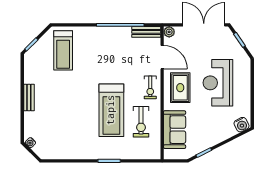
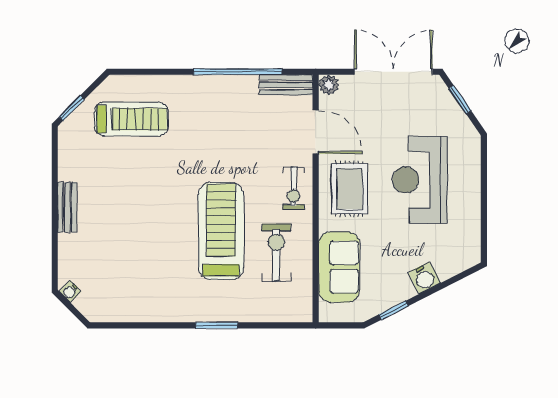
treadmill: (63, 50) -> (131, 119), turned -90
treadmill: (111, 110) -> (221, 231), turned 180
exercise bike: (141, 122) -> (276, 252), turned 180
water cooler: (241, 125) -> (424, 278), moved

